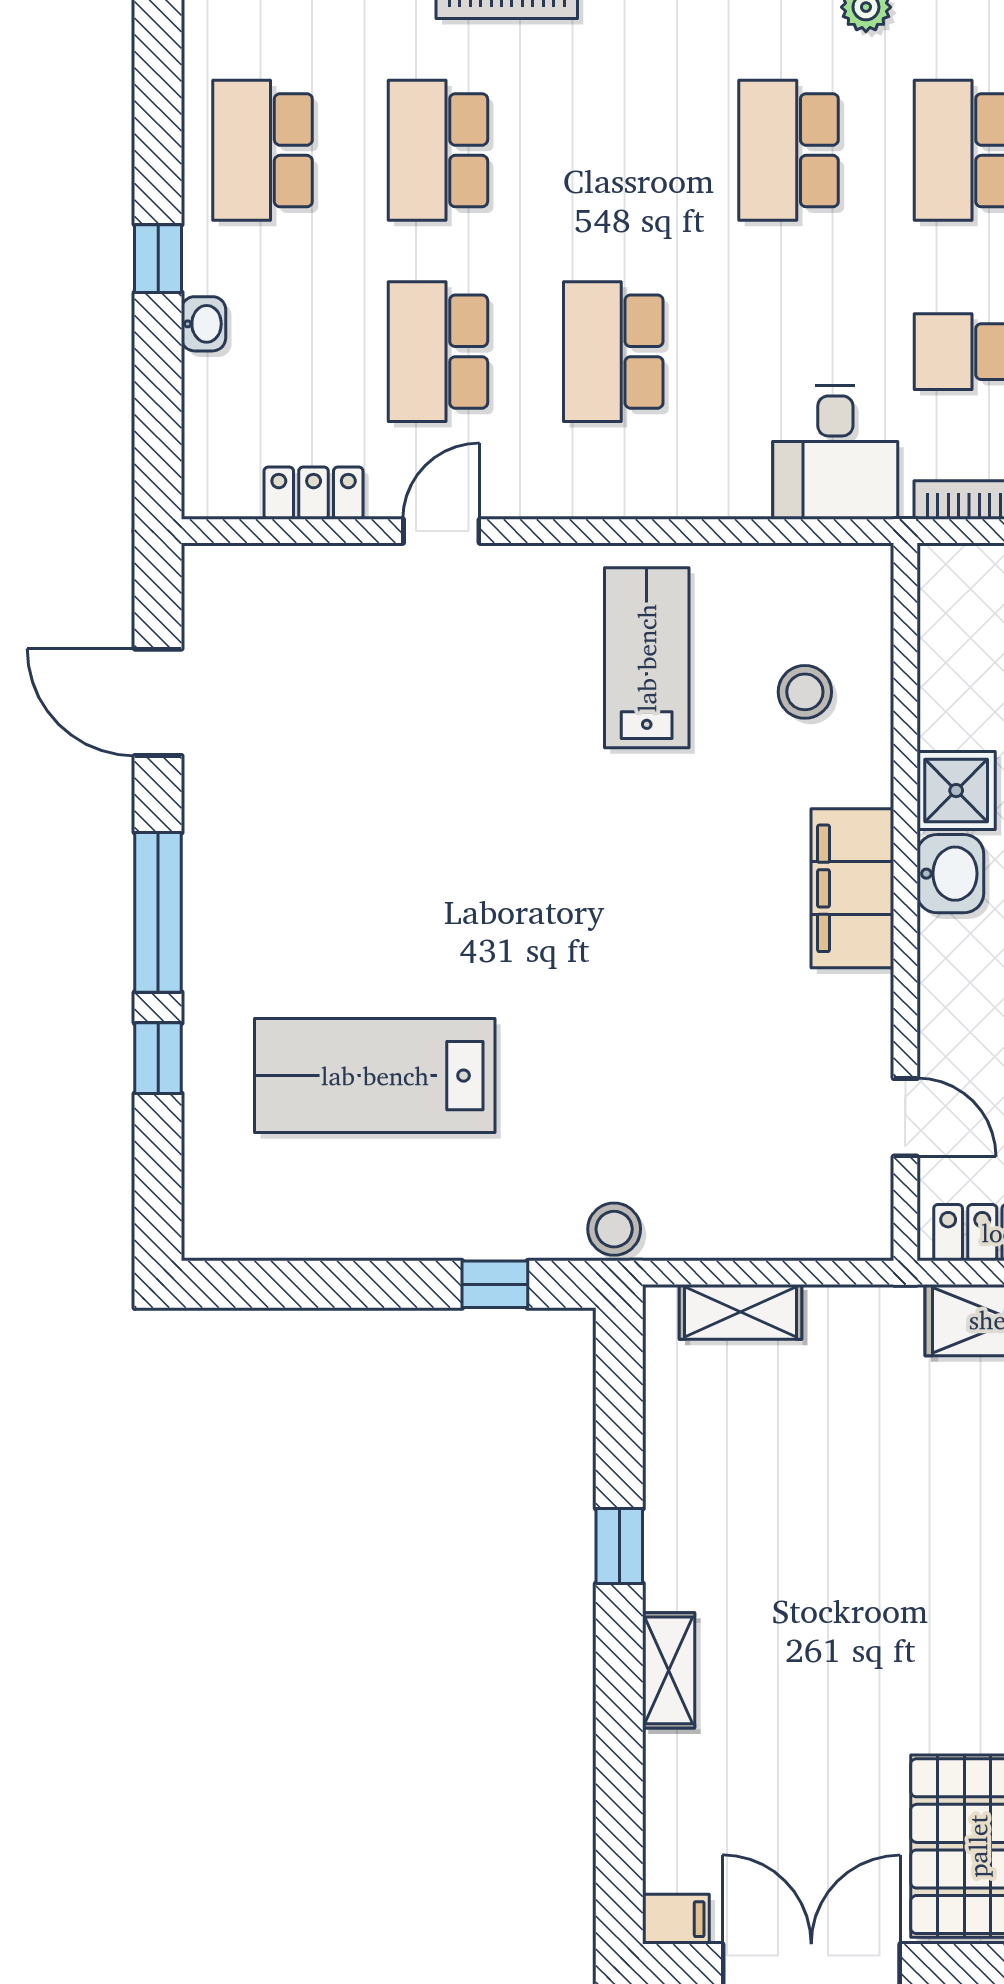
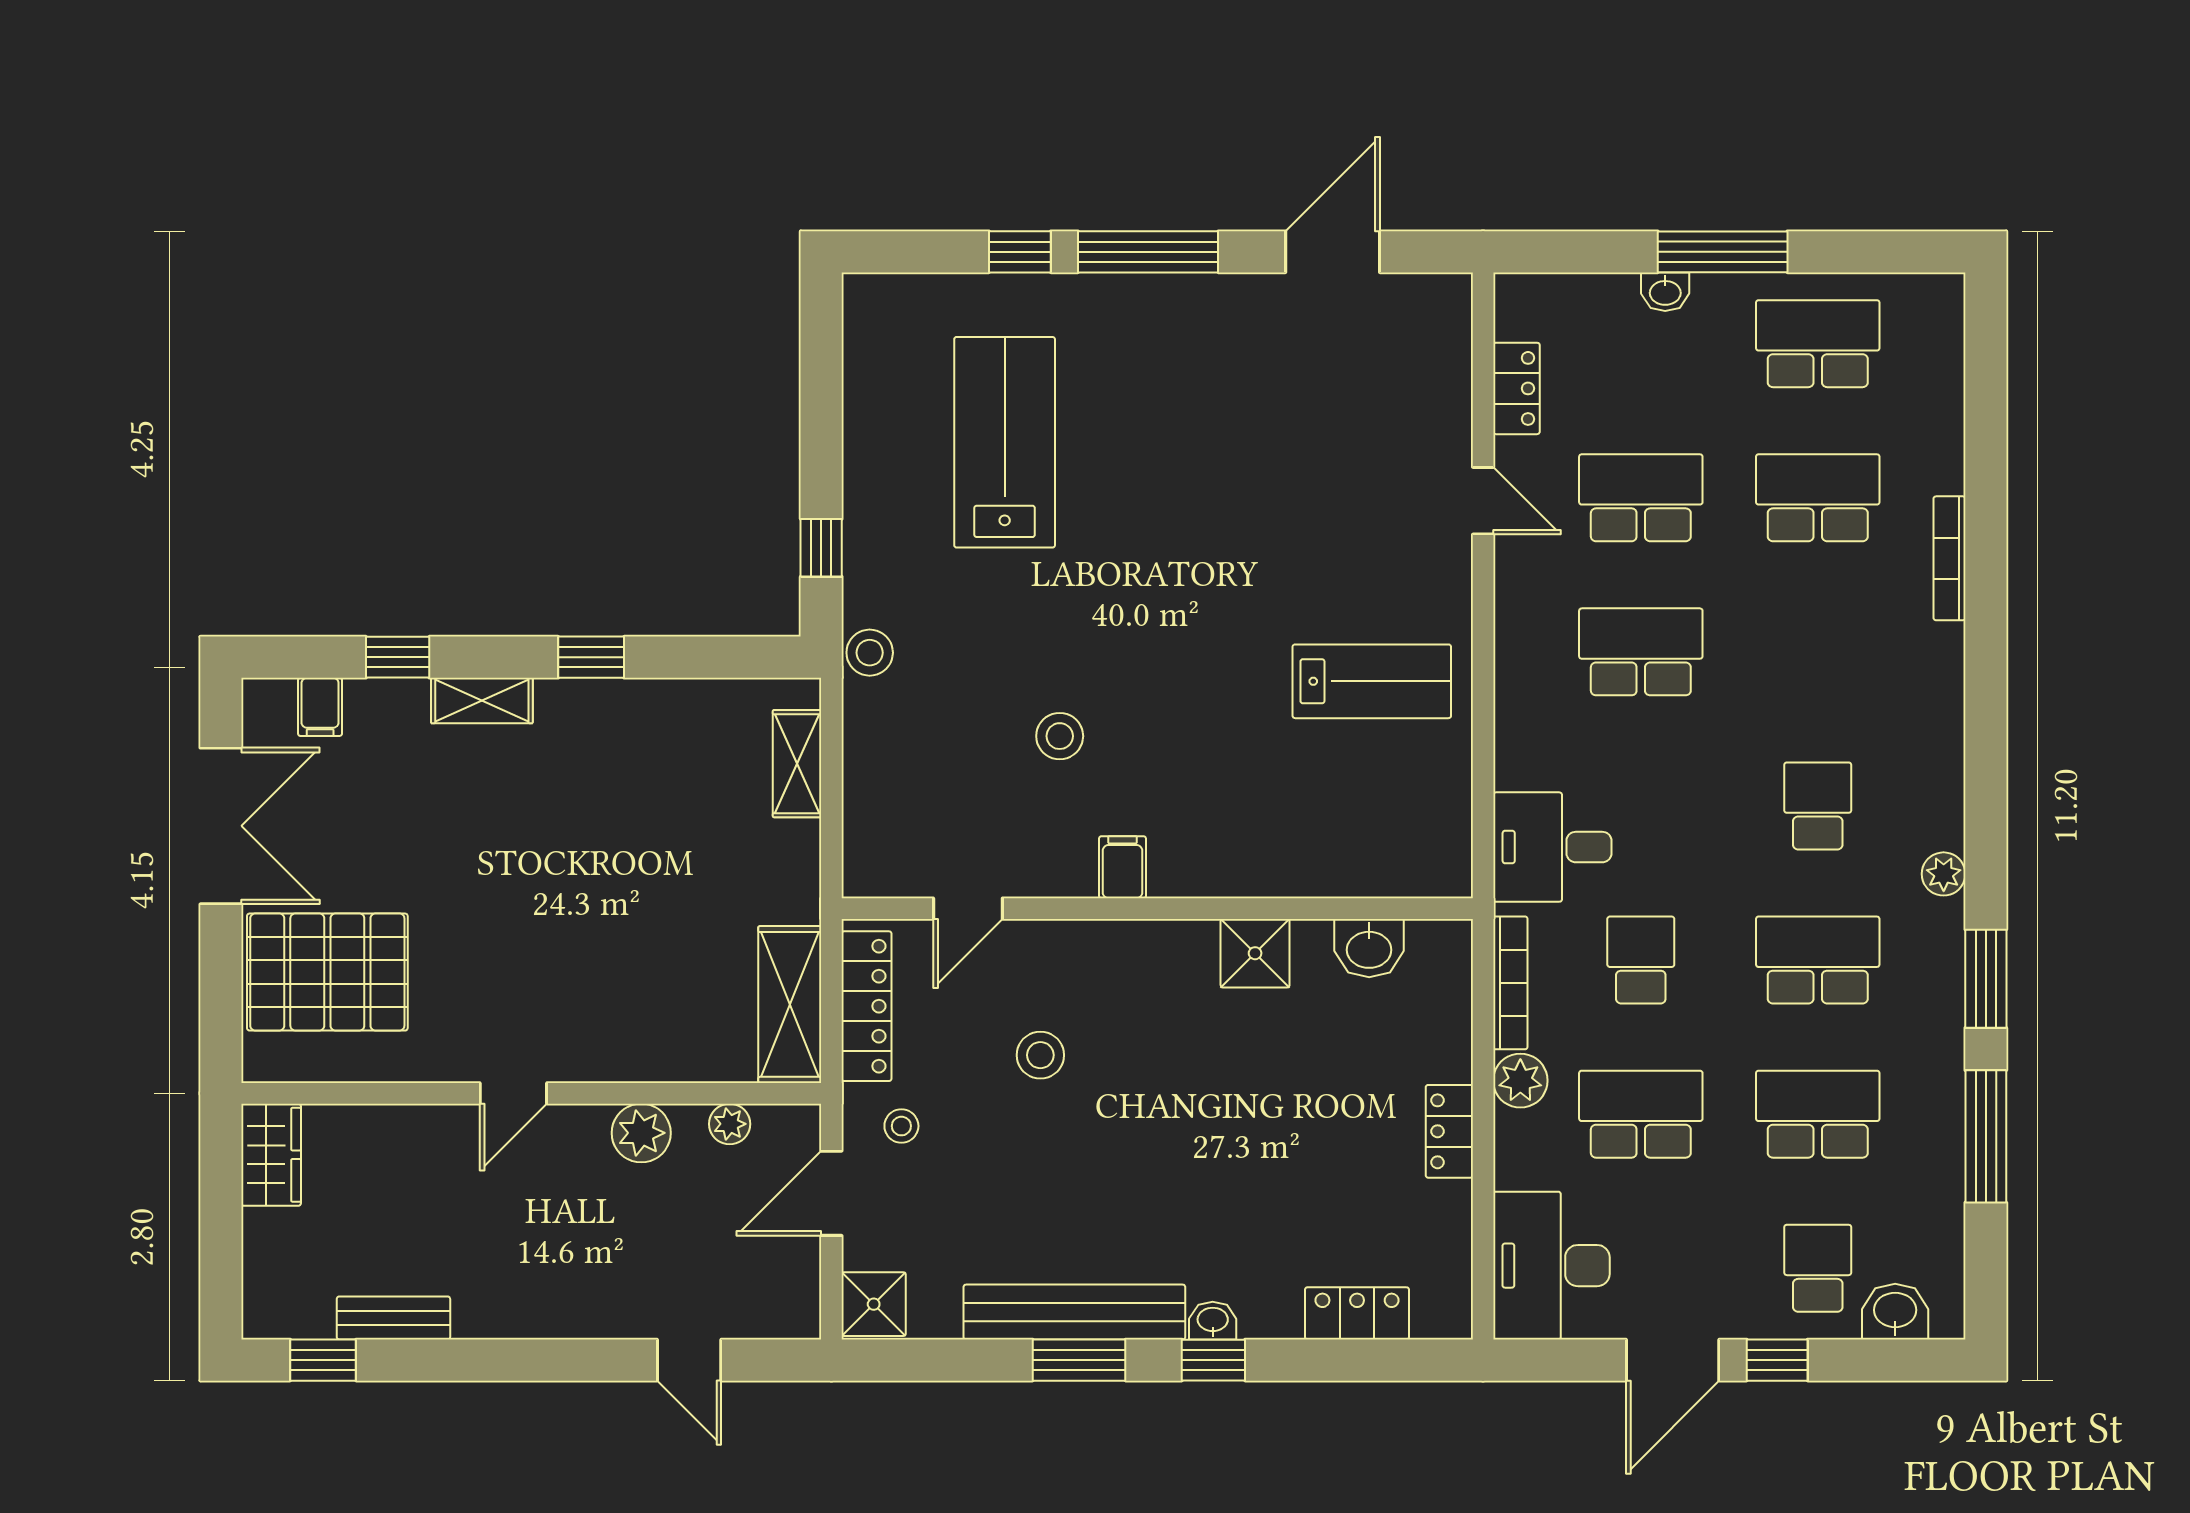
school desk: (789, 150) -> (1818, 806), width x0.54
window: (158, 259) -> (1723, 252), width x2.17
stool: (805, 692) -> (1060, 736), moved
washbasin: (950, 874) -> (1369, 948), moved
filing cabinet: (852, 888) -> (1122, 867), width x0.33, depth x0.86
window: (619, 1766) -> (398, 657), added
filing cabinet: (676, 1919) -> (320, 707), moved

